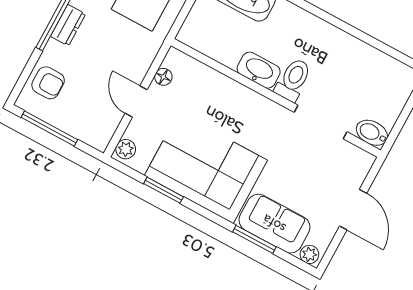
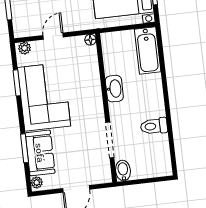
floor lamp: (163, 77) -> (90, 40), moved
toilet: (293, 80) -> (154, 126), moved, turned 180

